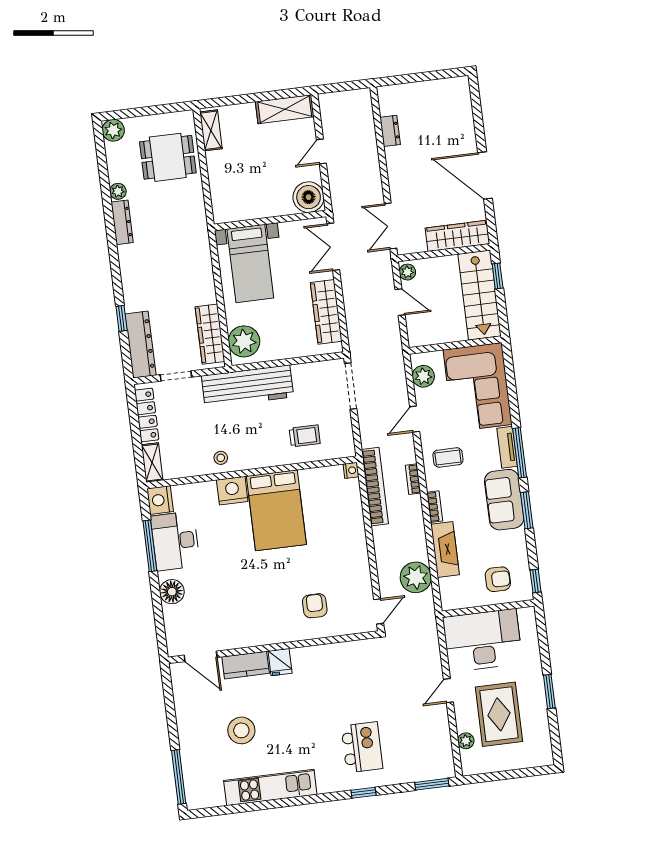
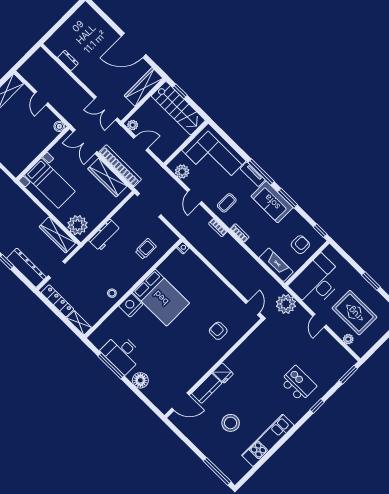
boiler: (309, 197) -> (59, 126), width x0.54, depth x0.54
workbench: (248, 386) -> (105, 235), width x0.53, depth x0.76
bookcase: (375, 487) -> (120, 166), moved
nightstand: (160, 500) -> (98, 339), removed
fireplace: (445, 550) -> (276, 265), moved
plant: (416, 577) -> (286, 304), moved

